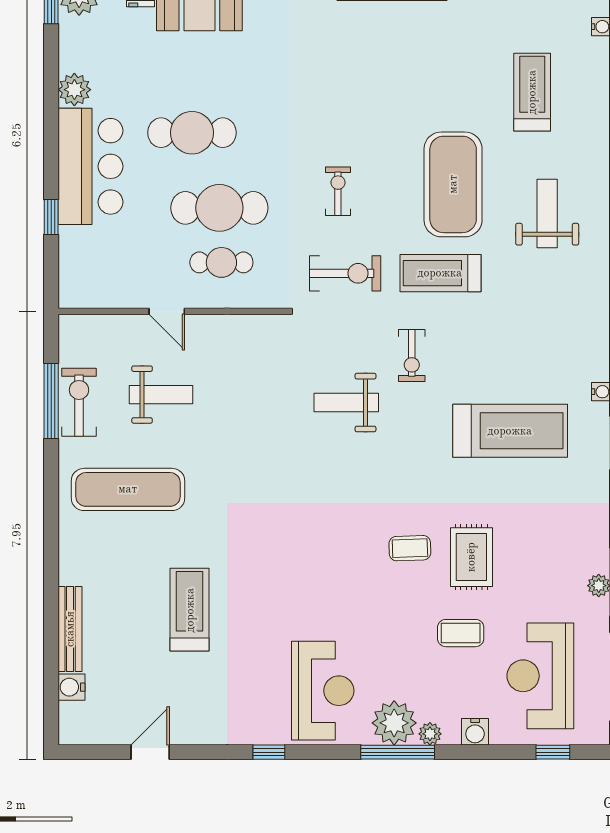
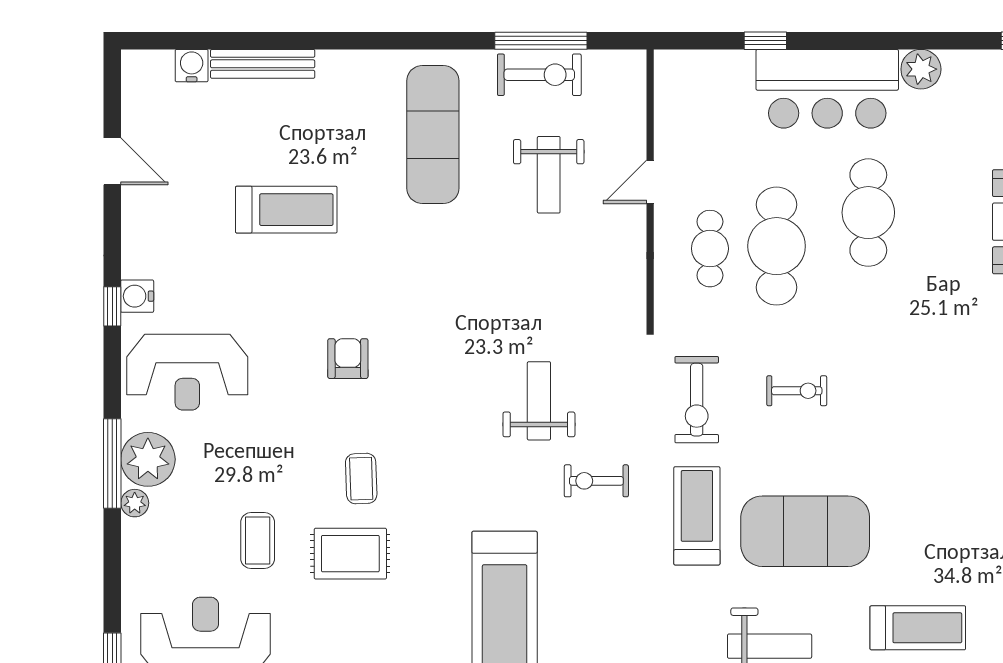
armchair: (312, 559) -> (348, 359), added
water cooler: (475, 732) -> (137, 296), moved

